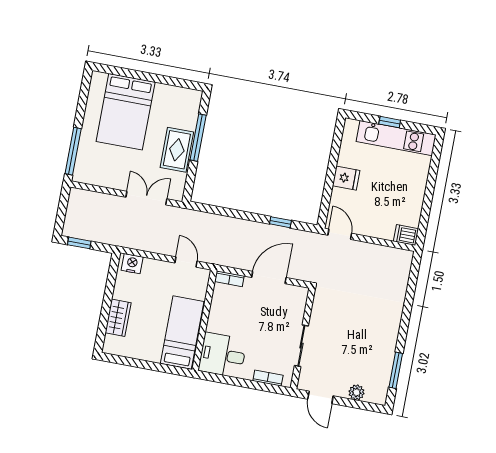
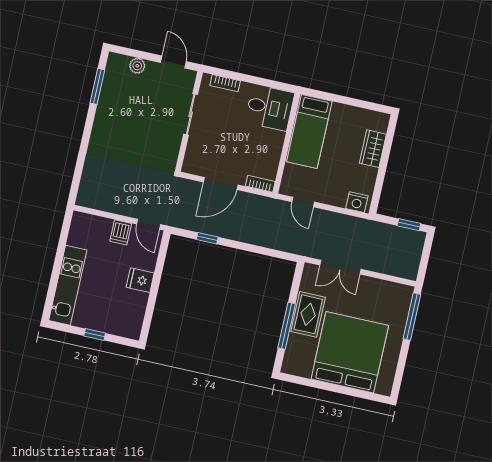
bed: (126, 112) -> (350, 352), width x1.36
kitchen unit: (396, 138) -> (68, 285), moved, turned 90
dishwasher: (406, 235) -> (121, 232), moved, turned 90

